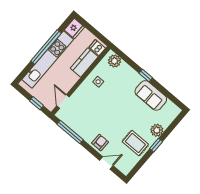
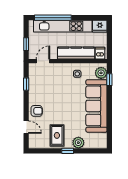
window: (46, 47) -> (53, 18), moved
kitchen counter: (84, 62) -> (76, 53), width x1.50
window: (146, 76) -> (109, 80), moved
sofa: (151, 95) -> (96, 106), width x1.85, depth x1.27
window: (70, 132) -> (26, 84), width x0.46

